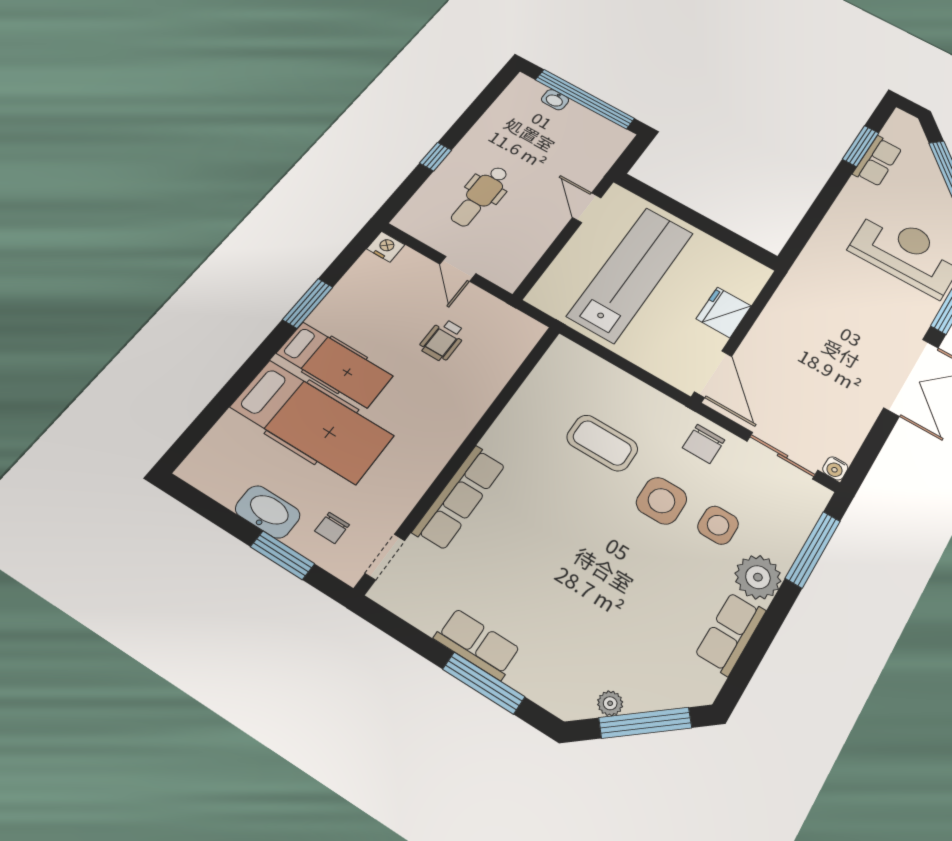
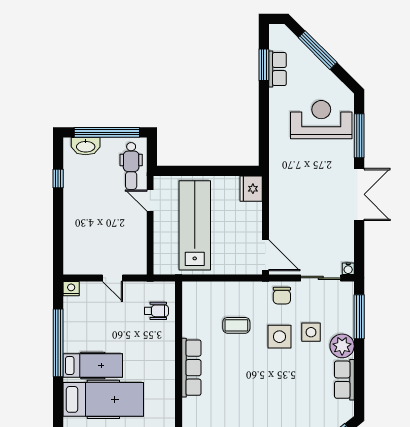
washbasin: (555, 100) -> (86, 146), width x1.91, depth x1.45
window: (436, 157) -> (58, 179), moved
dental chair: (480, 196) -> (131, 166), moved
window: (308, 303) -> (58, 343), width x2.11
fridge: (724, 312) -> (251, 189), moved
wheelchair: (443, 340) -> (156, 311), moved, turned -90
coffee table: (602, 443) -> (236, 325), width x0.73, depth x0.77
row of seats: (460, 498) -> (191, 368), moved

